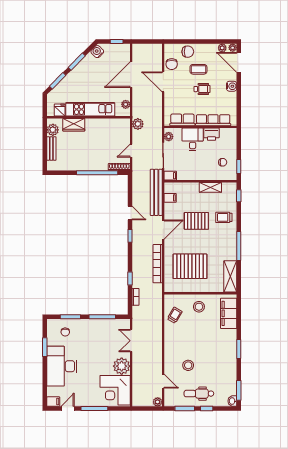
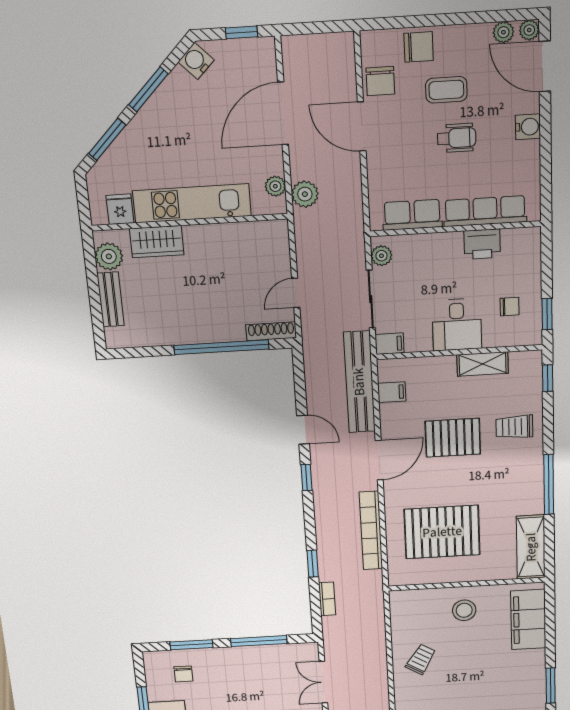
plant: (138, 124) -> (305, 194), moved
desk: (193, 139) -> (457, 325), moved, turned 180
trolley: (175, 315) -> (421, 659), moved

